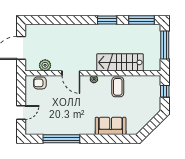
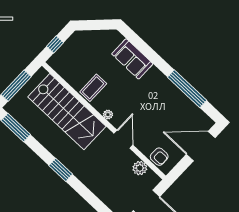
window: (107, 20) -> (61, 170), moved
stairs: (120, 62) -> (67, 112), width x1.36, depth x1.51
door: (21, 112) -> (201, 146), width x1.88

